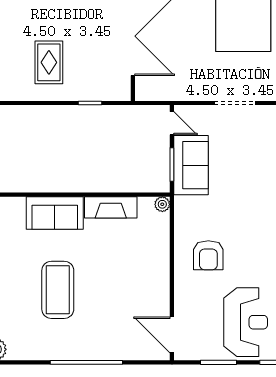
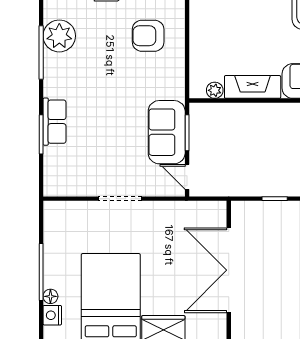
plant: (162, 204) -> (215, 90), moved
armchair: (208, 255) -> (148, 36), turned -90

